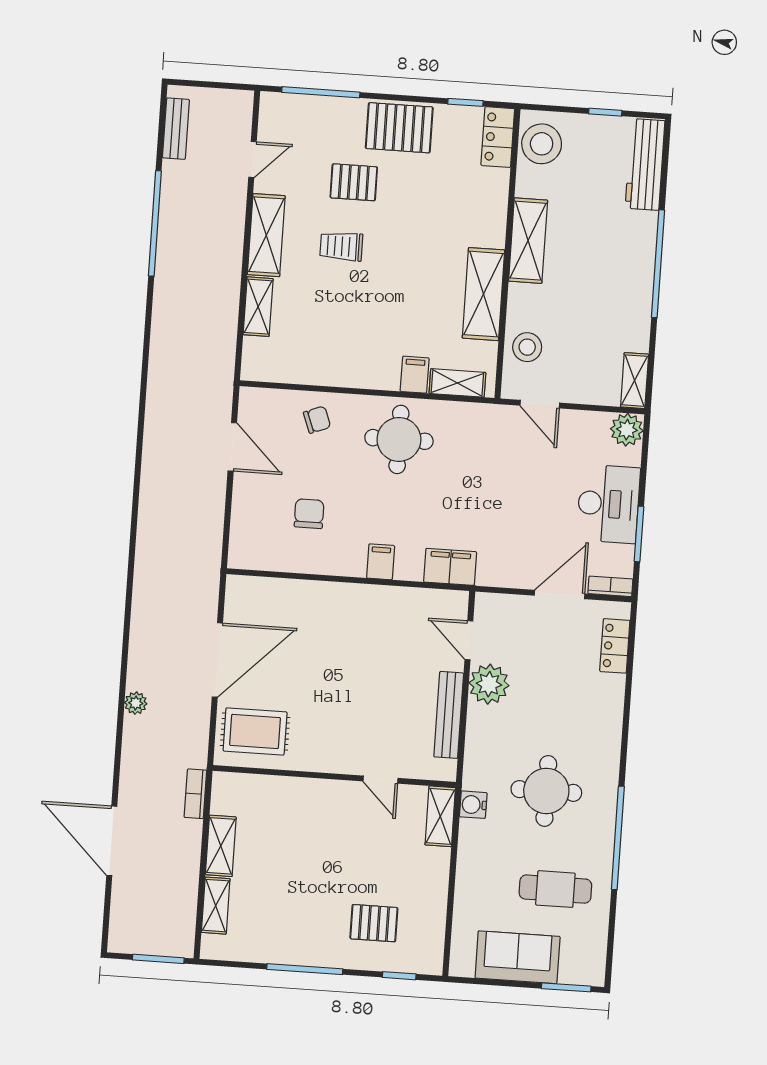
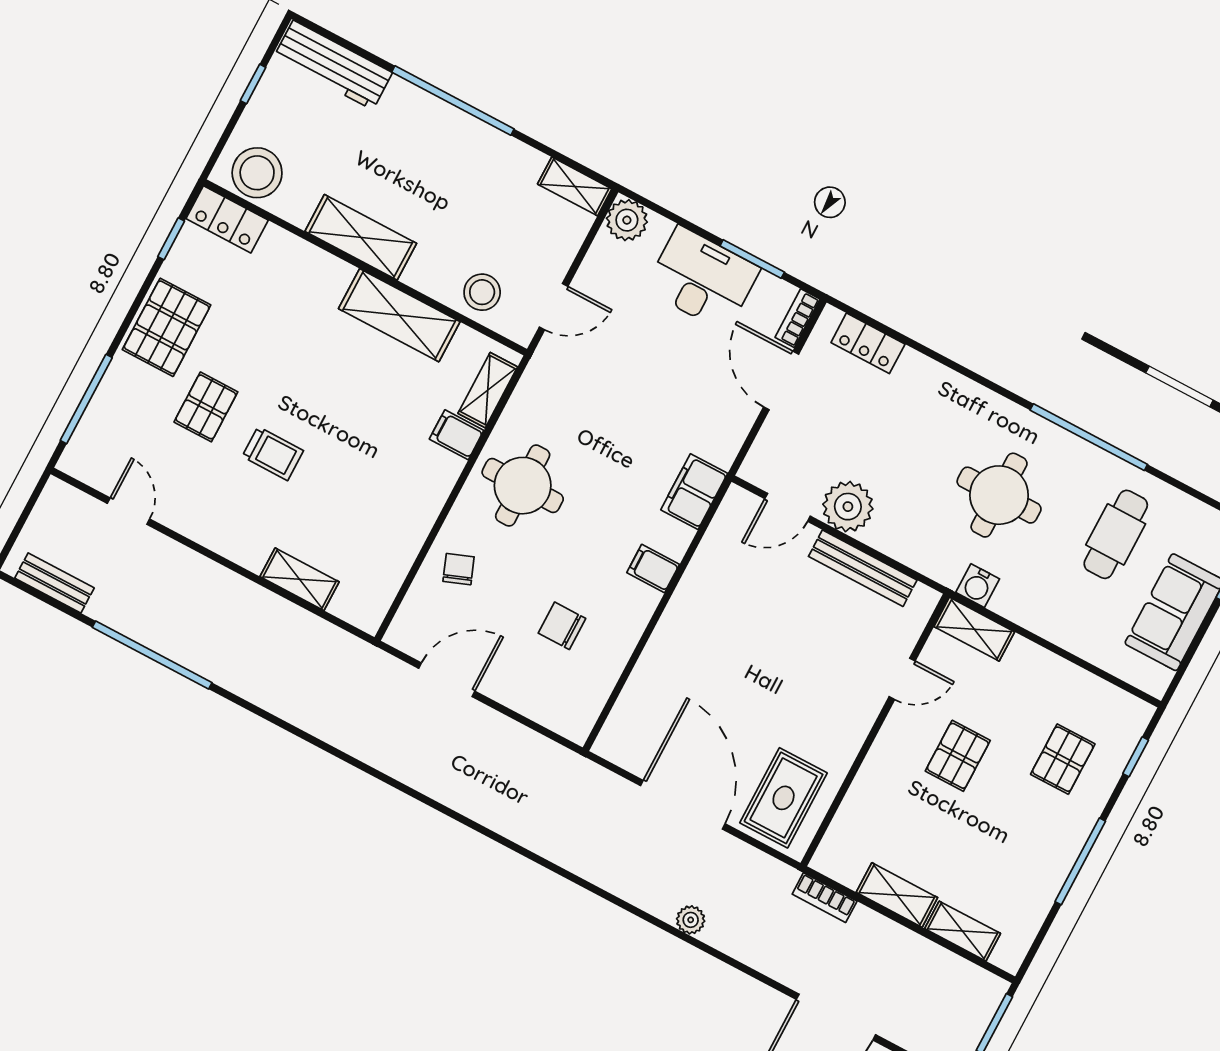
shelving: (266, 235) -> (222, 534), removed
trolley: (341, 246) -> (273, 454), turned -90
pallet: (342, 845) -> (958, 756), added

